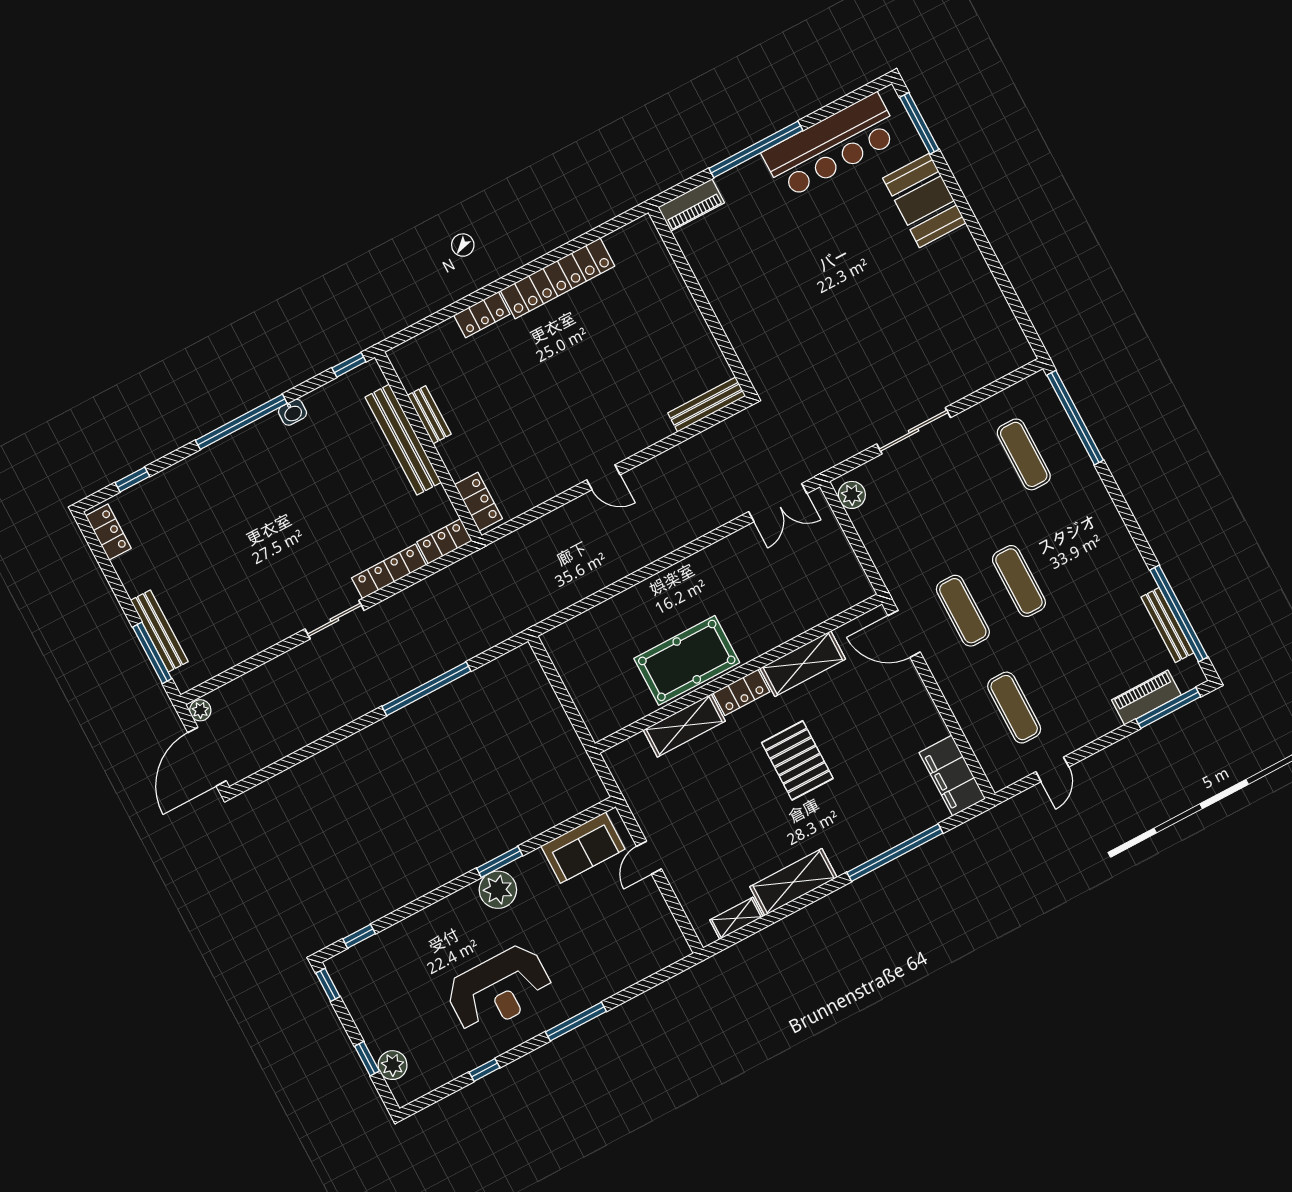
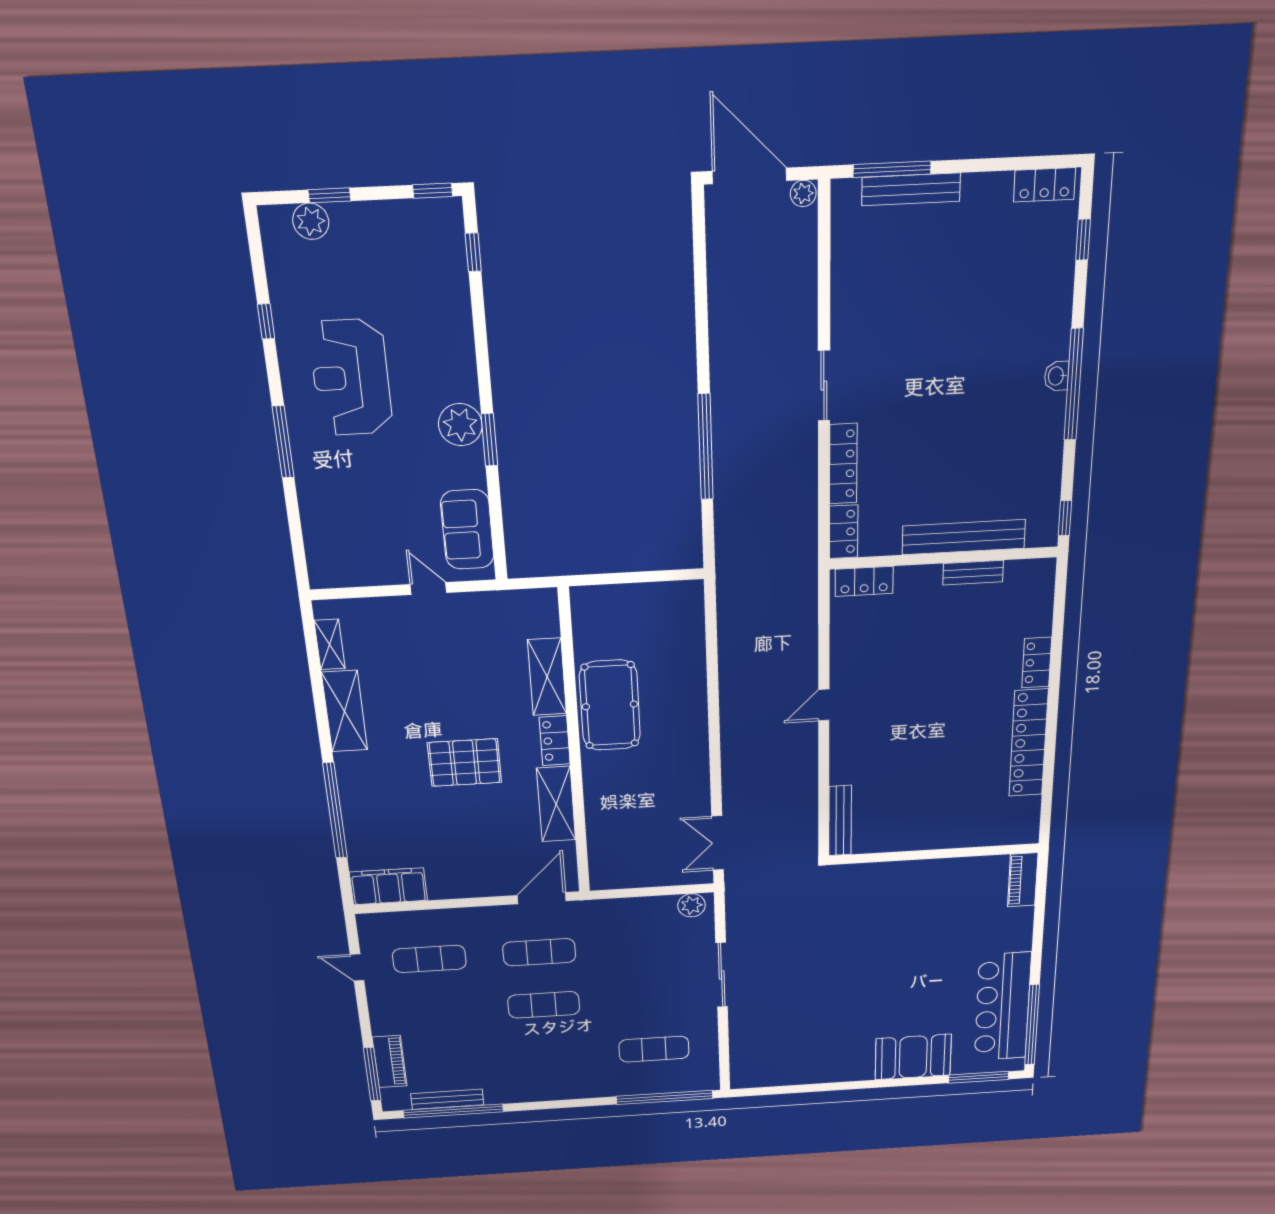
window: (756, 149) -> (1032, 1025), moved
washbasin: (293, 412) -> (1057, 376), moved

